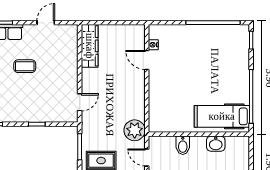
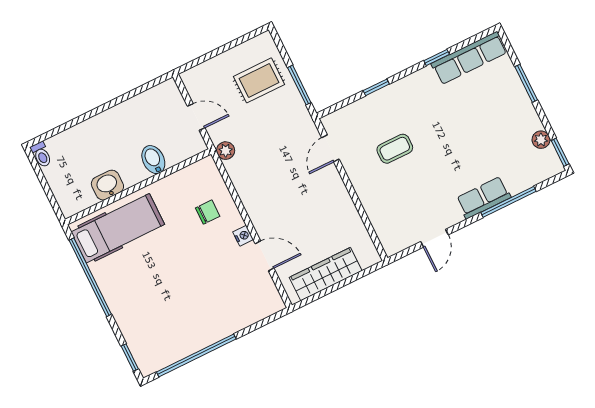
nightstand: (153, 45) -> (243, 236), moved
wardrobe: (90, 46) -> (326, 274), moved, turned 90
coffee table: (25, 66) -> (395, 149), moved
chair: (167, 101) -> (208, 212), added
plant: (135, 130) -> (226, 151), width x0.53, depth x0.53

